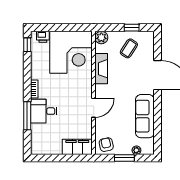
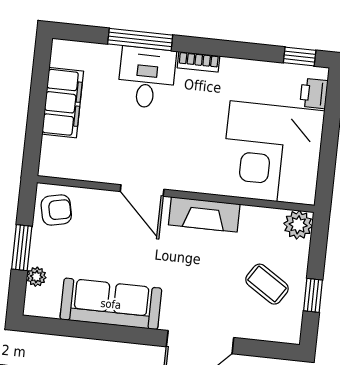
fireplace: (101, 69) -> (204, 214), moved
filing cabinet: (77, 147) -> (63, 103), moved

